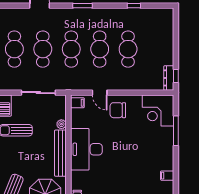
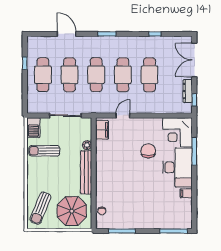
double door: (176, 33) -> (194, 60), added
dresser: (169, 78) -> (188, 91), moved
door: (100, 93) -> (123, 116), swing flipped
filing cabinet: (77, 103) -> (102, 130), width x2.00
chair: (118, 110) -> (148, 151), moved, turned 90
desk: (86, 149) -> (177, 167), moved, turned 180

